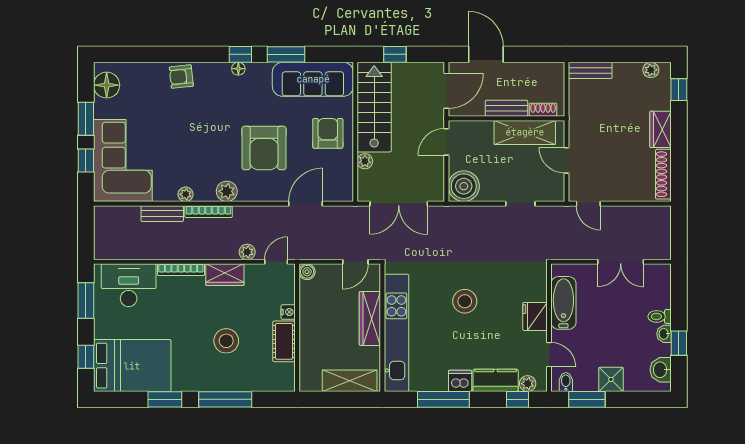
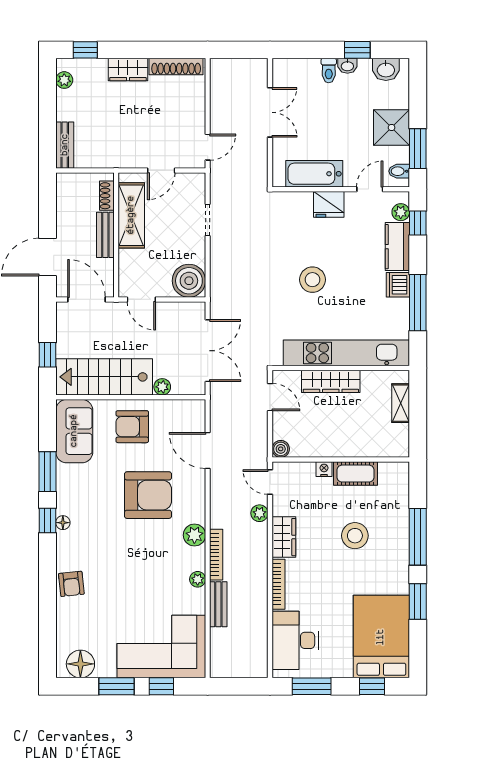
sofa: (313, 79) -> (74, 431), width x0.73
shower: (611, 379) -> (392, 128), width x1.36, depth x1.36
shelving: (350, 381) -> (401, 403), width x0.67, depth x0.75

